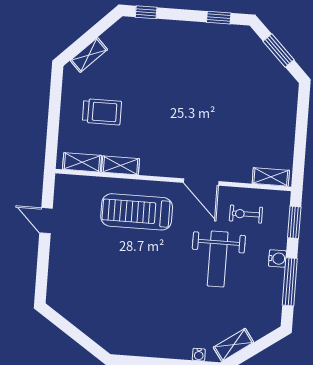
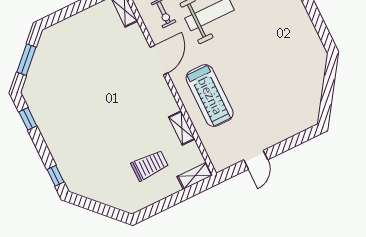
shelving: (89, 55) -> (113, 200), removed
trolley: (102, 112) -> (150, 165), turned 90
shelving: (82, 162) -> (195, 176), moved, turned 90

